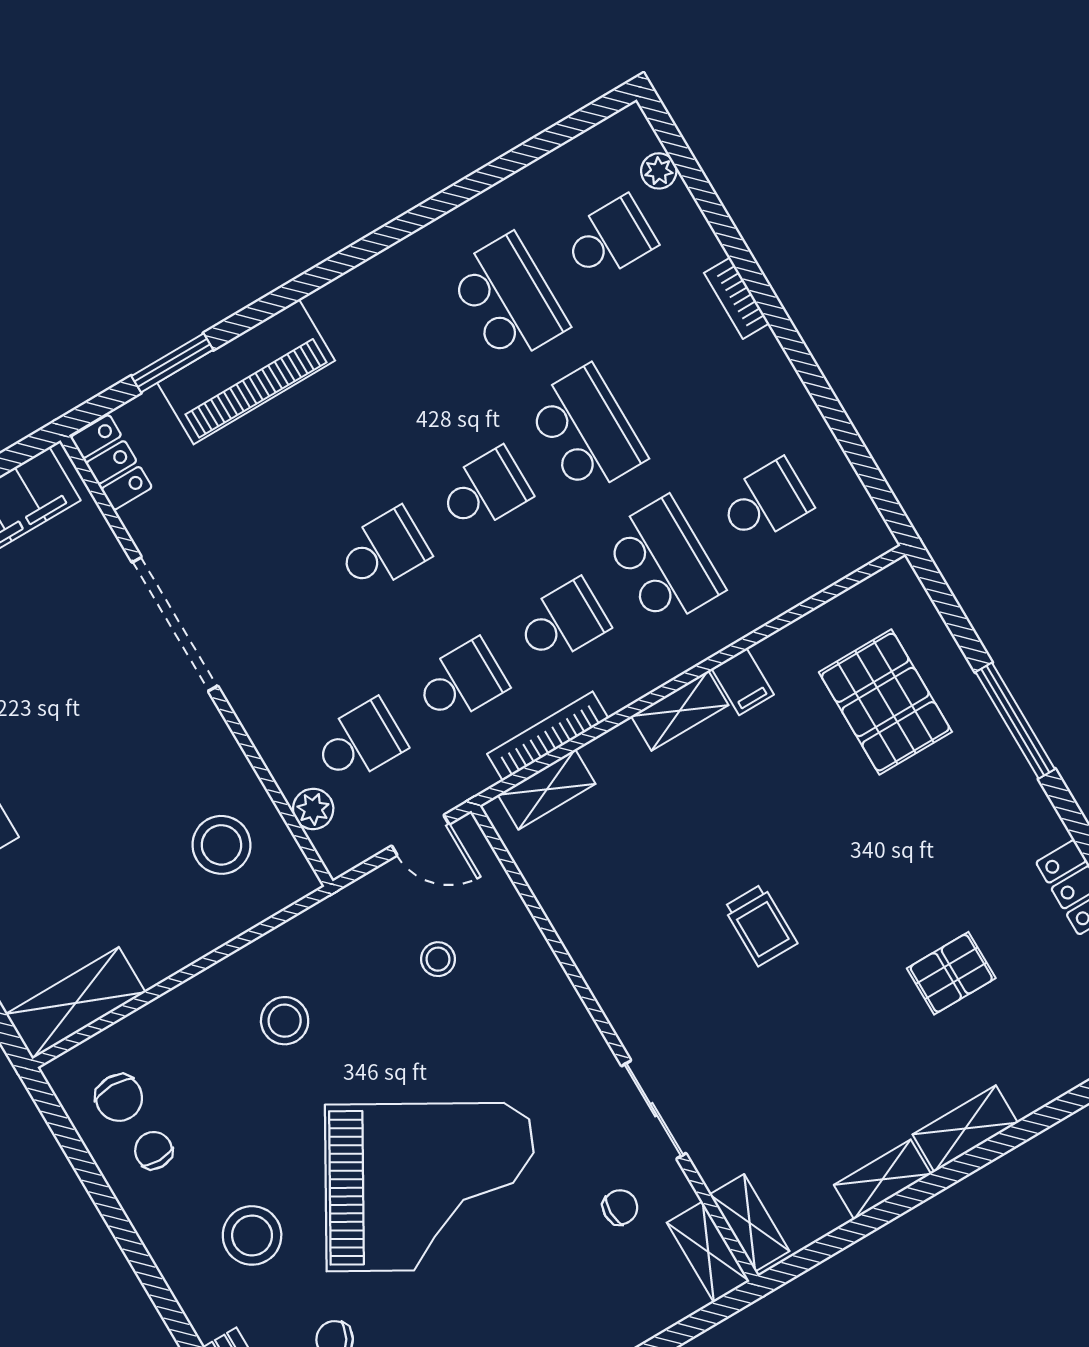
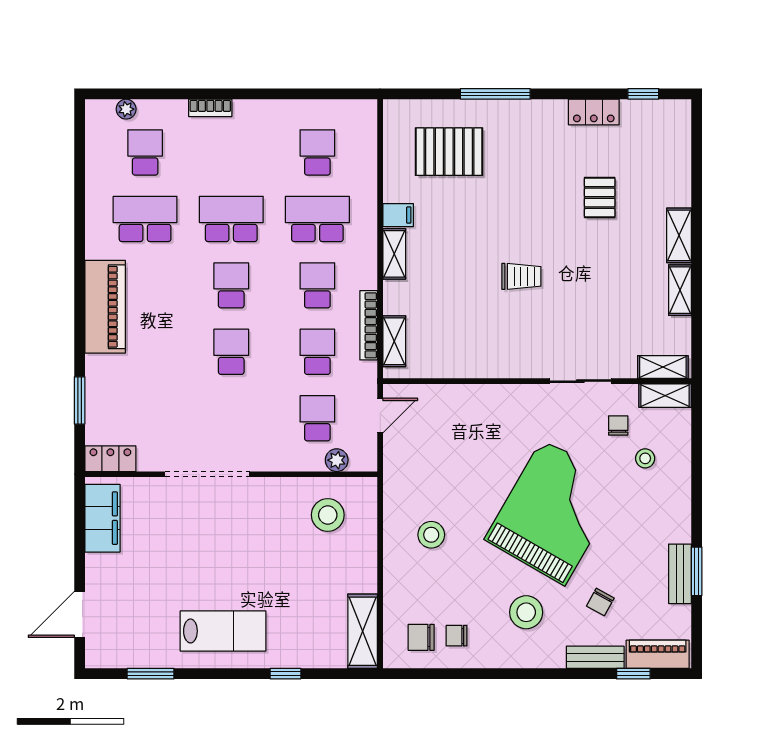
piano: (246, 372) -> (105, 307), moved
stool: (438, 959) -> (645, 458), moved
chair: (119, 1098) -> (421, 637), turned 180

